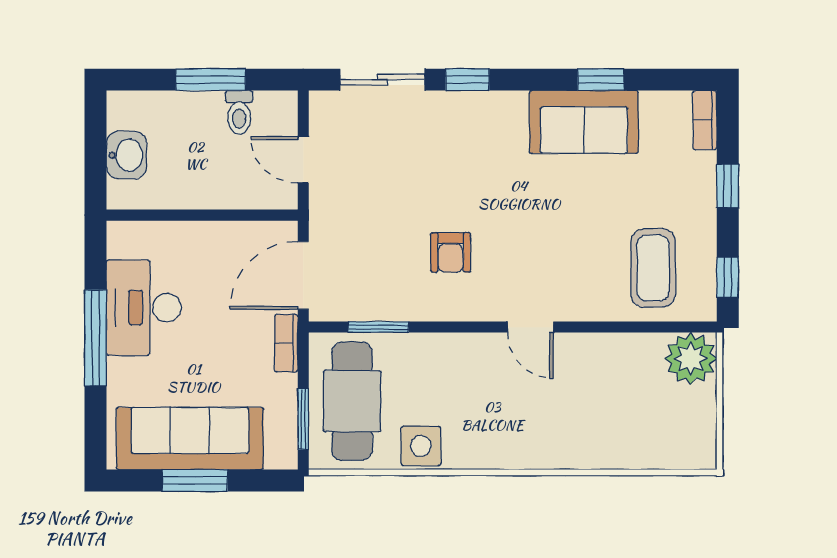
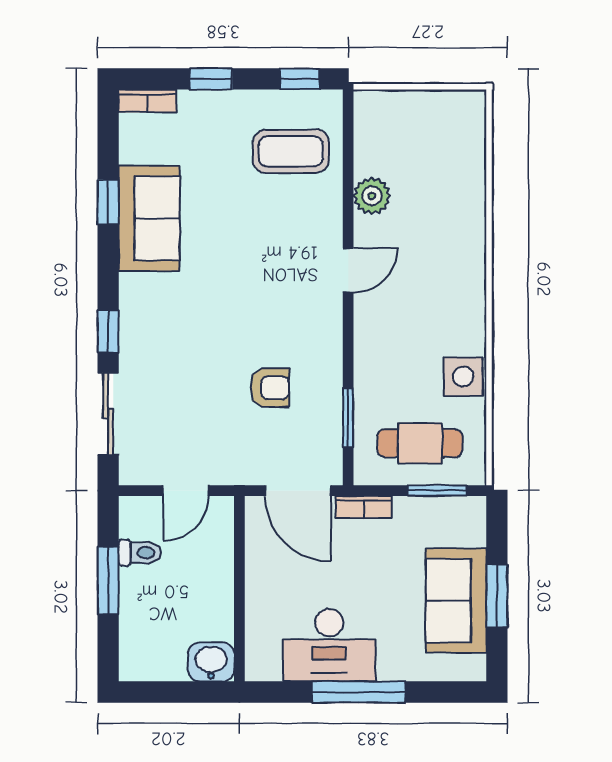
washbasin: (127, 155) -> (211, 662), moved
armchair: (451, 252) -> (270, 388), moved
plant: (691, 359) -> (372, 196), moved, width x0.73, depth x0.73
cafe table: (352, 401) -> (420, 443), width x0.73, depth x0.74
sofa: (190, 439) -> (456, 601), width x0.73

